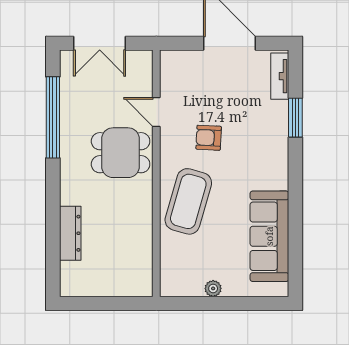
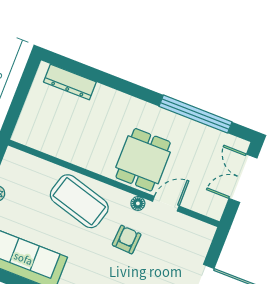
floor lamp: (167, 141) -> (138, 203), added
dresser: (70, 233) -> (70, 82), moved

